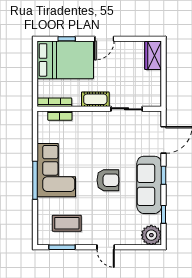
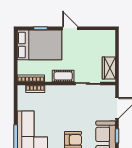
door: (104, 39) -> (70, 28), swing flipped
wardrobe: (153, 55) -> (109, 68), moved

